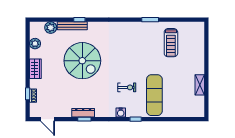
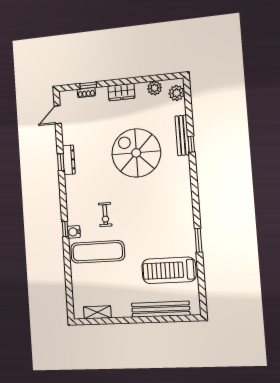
plant: (51, 28) -> (177, 93), moved
treadmill: (171, 43) -> (169, 270), width x1.37, depth x1.38
bench: (199, 51) -> (161, 309), added
spiral stairs: (82, 61) -> (136, 153), turned 90
shelving: (200, 85) -> (97, 312), moved
water cooler: (121, 112) -> (74, 232), moved

